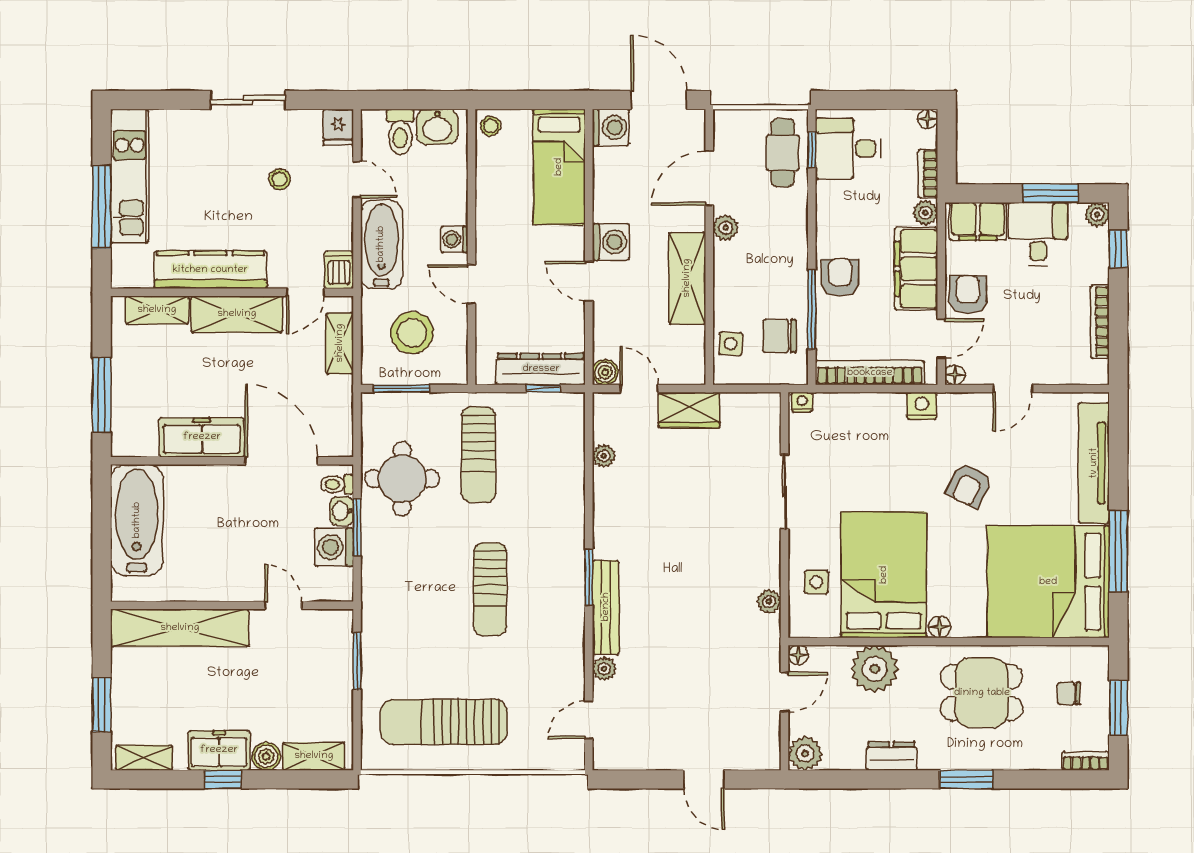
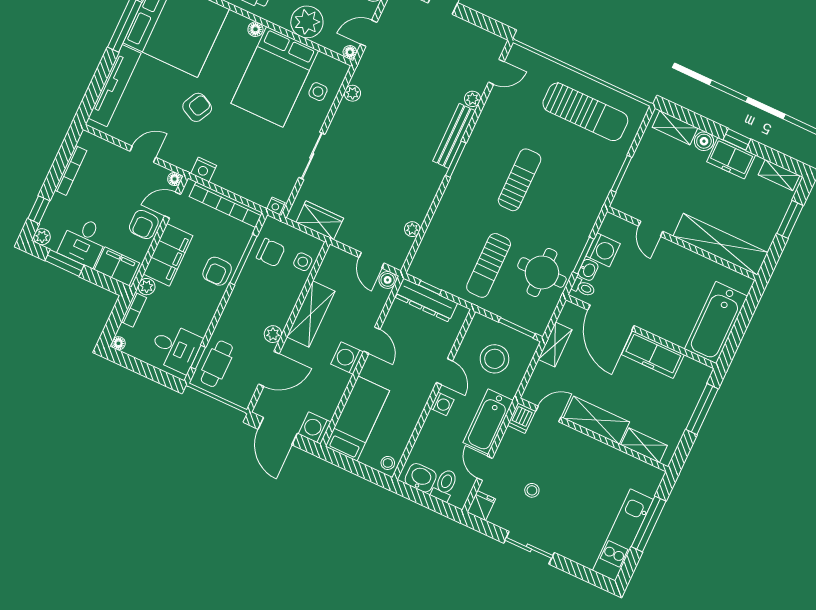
kitchen counter: (210, 270) -> (600, 455), removed
shelving: (340, 343) -> (555, 345), moved
wardrobe: (689, 410) -> (320, 220), moved
sun lounger: (478, 455) -> (489, 265), turned 180

